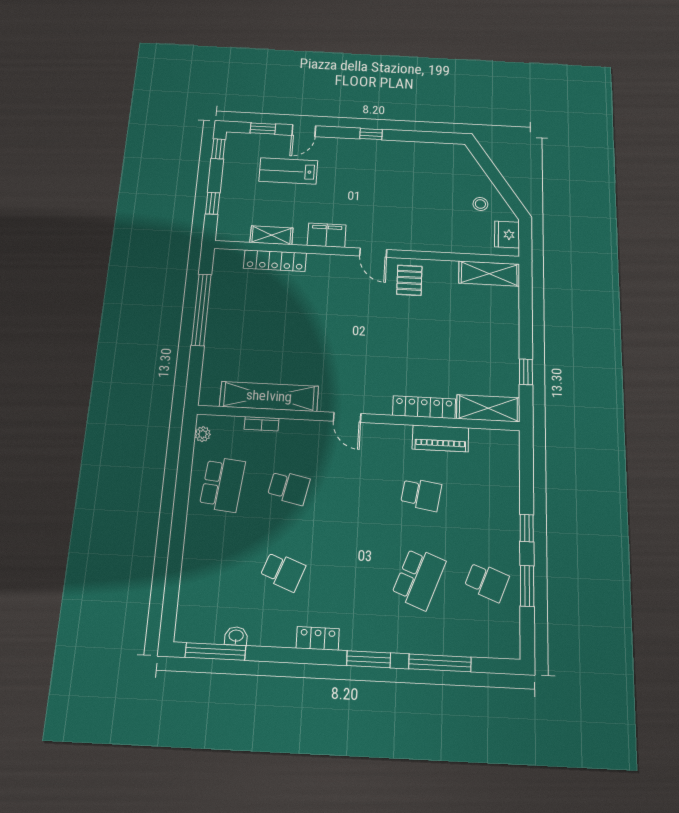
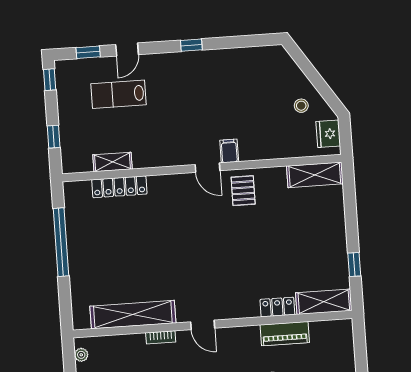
filing cabinet: (327, 235) -> (229, 151), moved, width x0.50
locker: (424, 407) -> (277, 307), width x0.66
bookcase: (262, 424) -> (161, 337), moved

